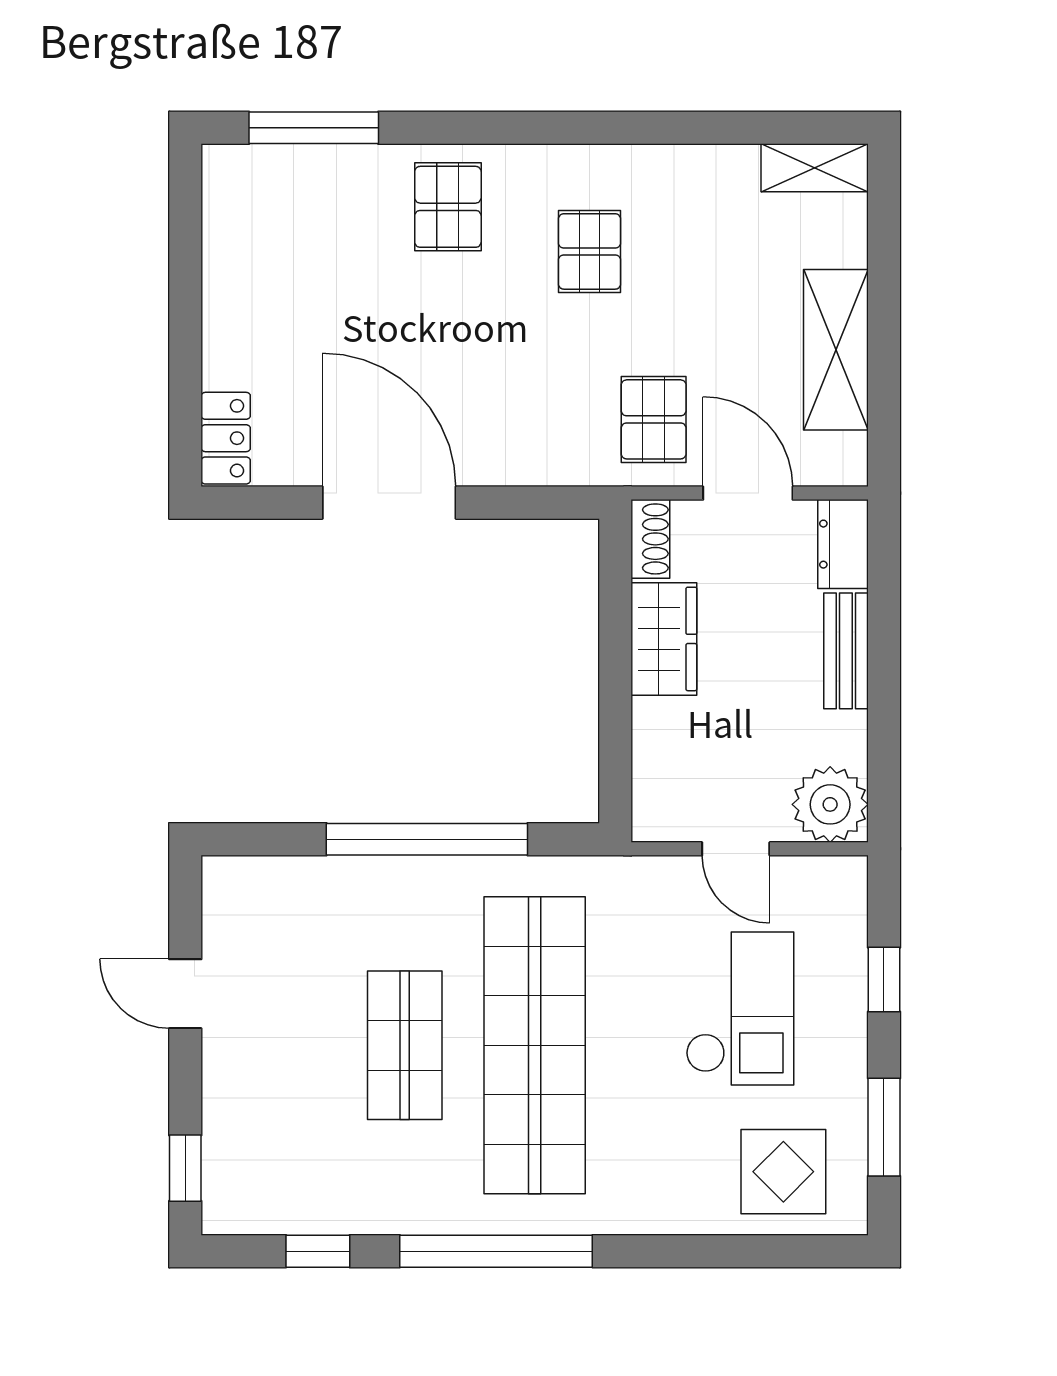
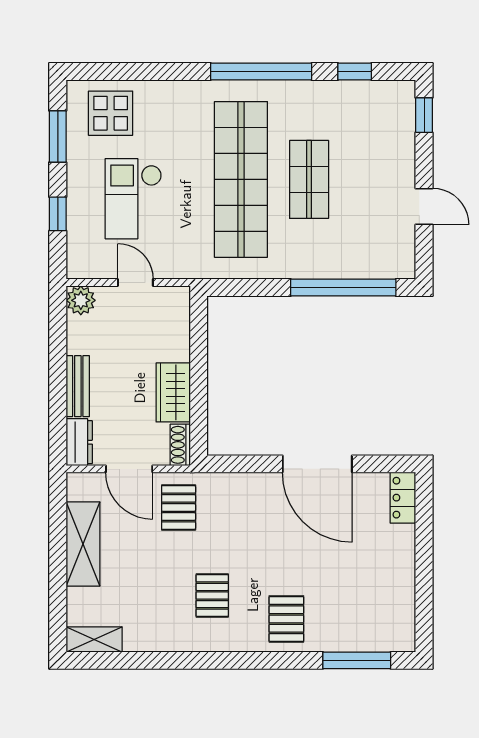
plant: (830, 804) -> (81, 300), width x0.73, depth x0.73
window: (427, 839) -> (343, 287), moved

